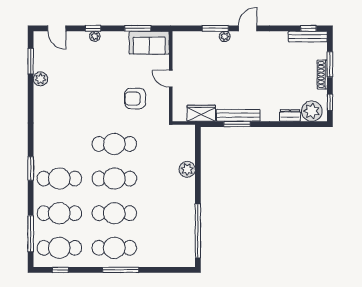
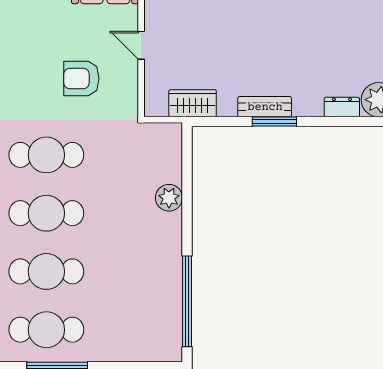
bench: (238, 115) -> (265, 107), width x0.73
window: (237, 124) -> (274, 122), moved

